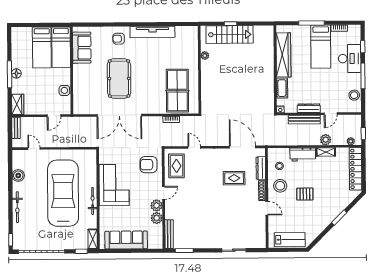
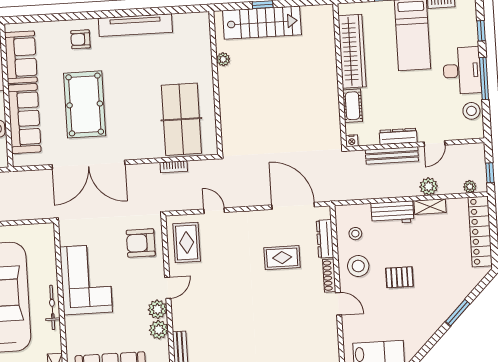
desk: (350, 59) -> (462, 71), moved
sofa: (82, 85) -> (24, 119), added

